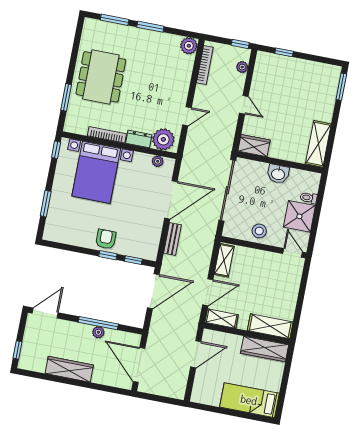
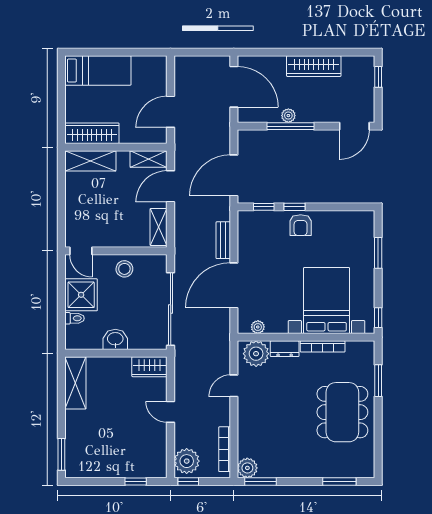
window: (150, 27) -> (261, 481), moved
plant: (242, 67) -> (187, 461), width x1.87, depth x1.87

